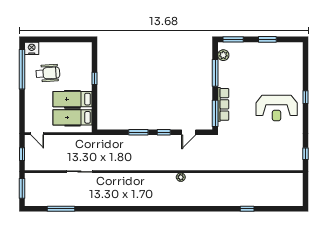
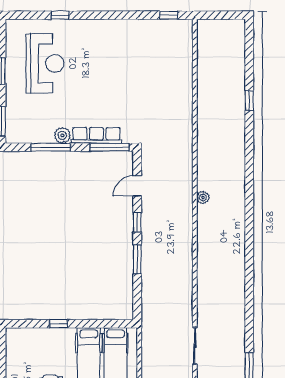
plant: (223, 55) -> (62, 135), moved
window: (305, 97) -> (60, 15), moved
reception desk: (277, 108) -> (45, 64), moved
door: (189, 132) -> (137, 186), swing flipped

